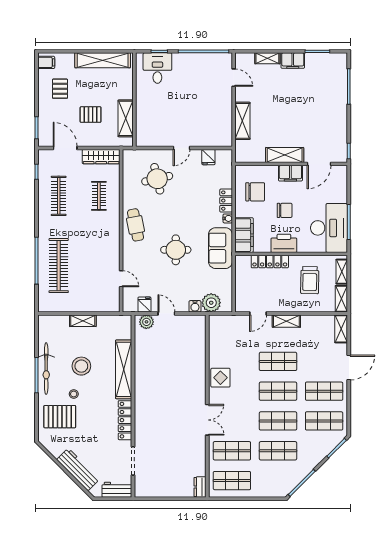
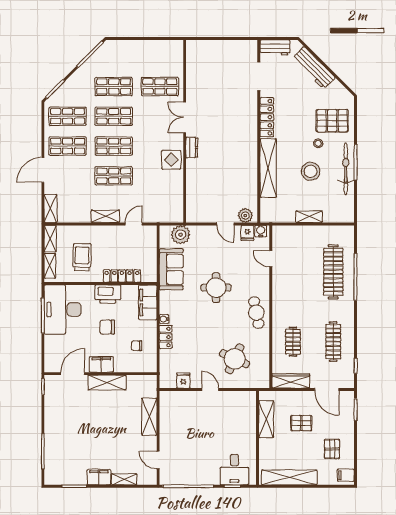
door: (182, 148) -> (210, 390), hinge flipped
round table: (157, 179) -> (235, 359), turned 38
chair: (255, 192) -> (137, 346), width x0.54, depth x0.54
sofa: (220, 248) -> (171, 269), moved
water cooler: (195, 306) -> (261, 231), moved
shop shelf: (232, 481) -> (160, 57), removed
dresser: (200, 487) -> (192, 148), moved

